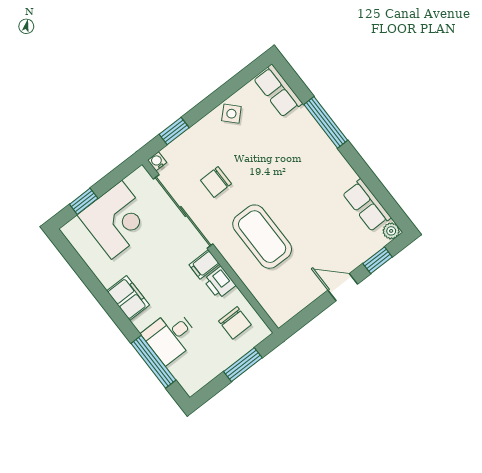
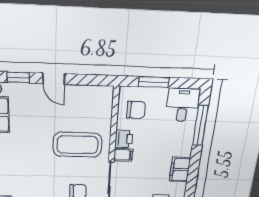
coffee table: (262, 237) -> (77, 145), turned 90
chair: (235, 323) -> (136, 110), turned 90
desk: (170, 336) -> (183, 105), moved, turned -90

